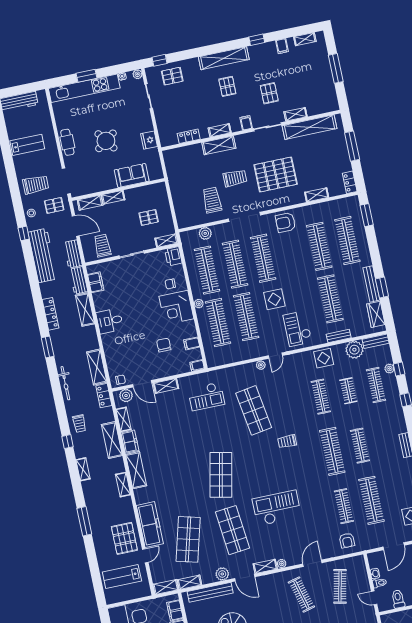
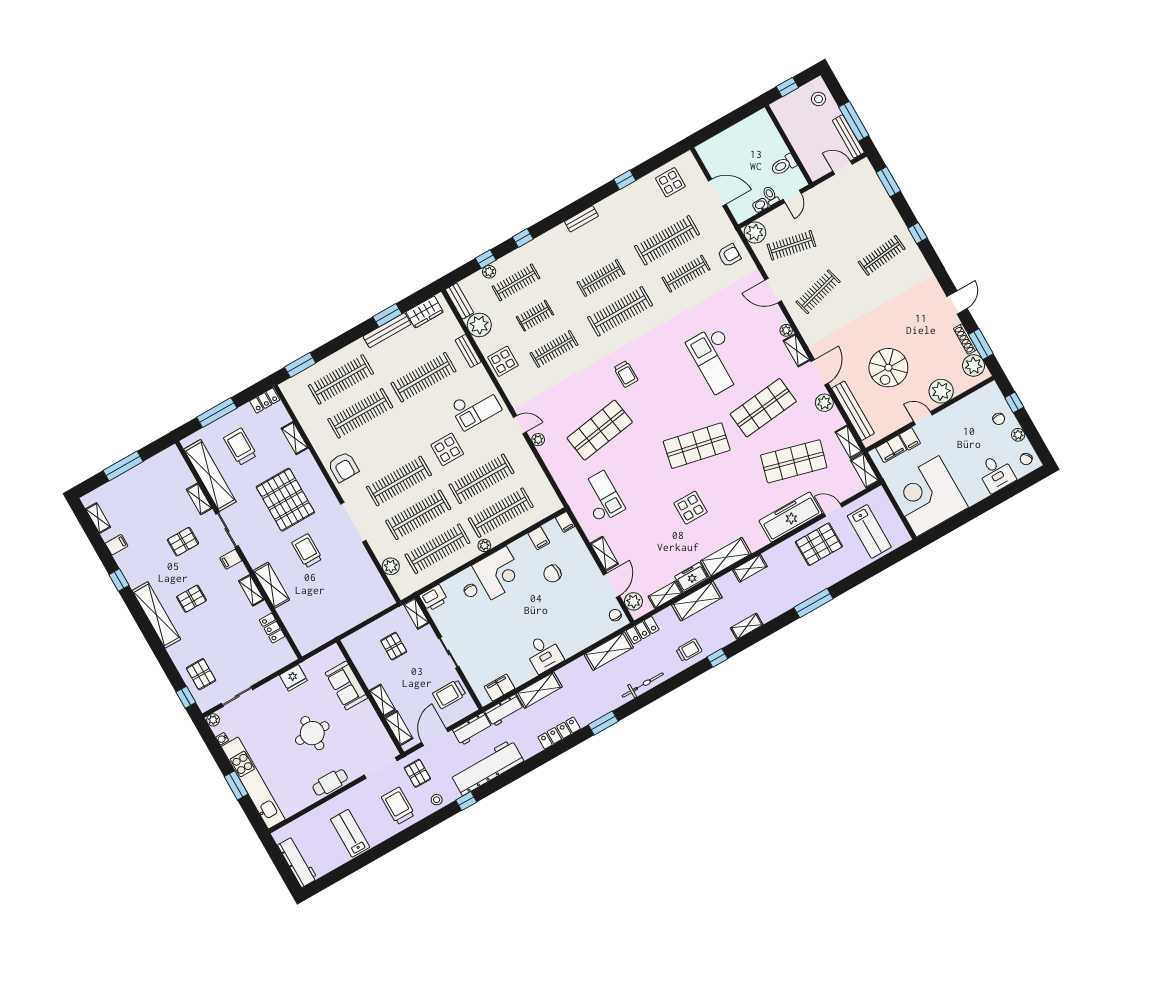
round table: (106, 141) -> (312, 733), turned 36
trolley: (212, 200) -> (240, 447), moved, turned 90
display table: (179, 457) -> (691, 508), added
plant: (357, 564) -> (755, 233), added

